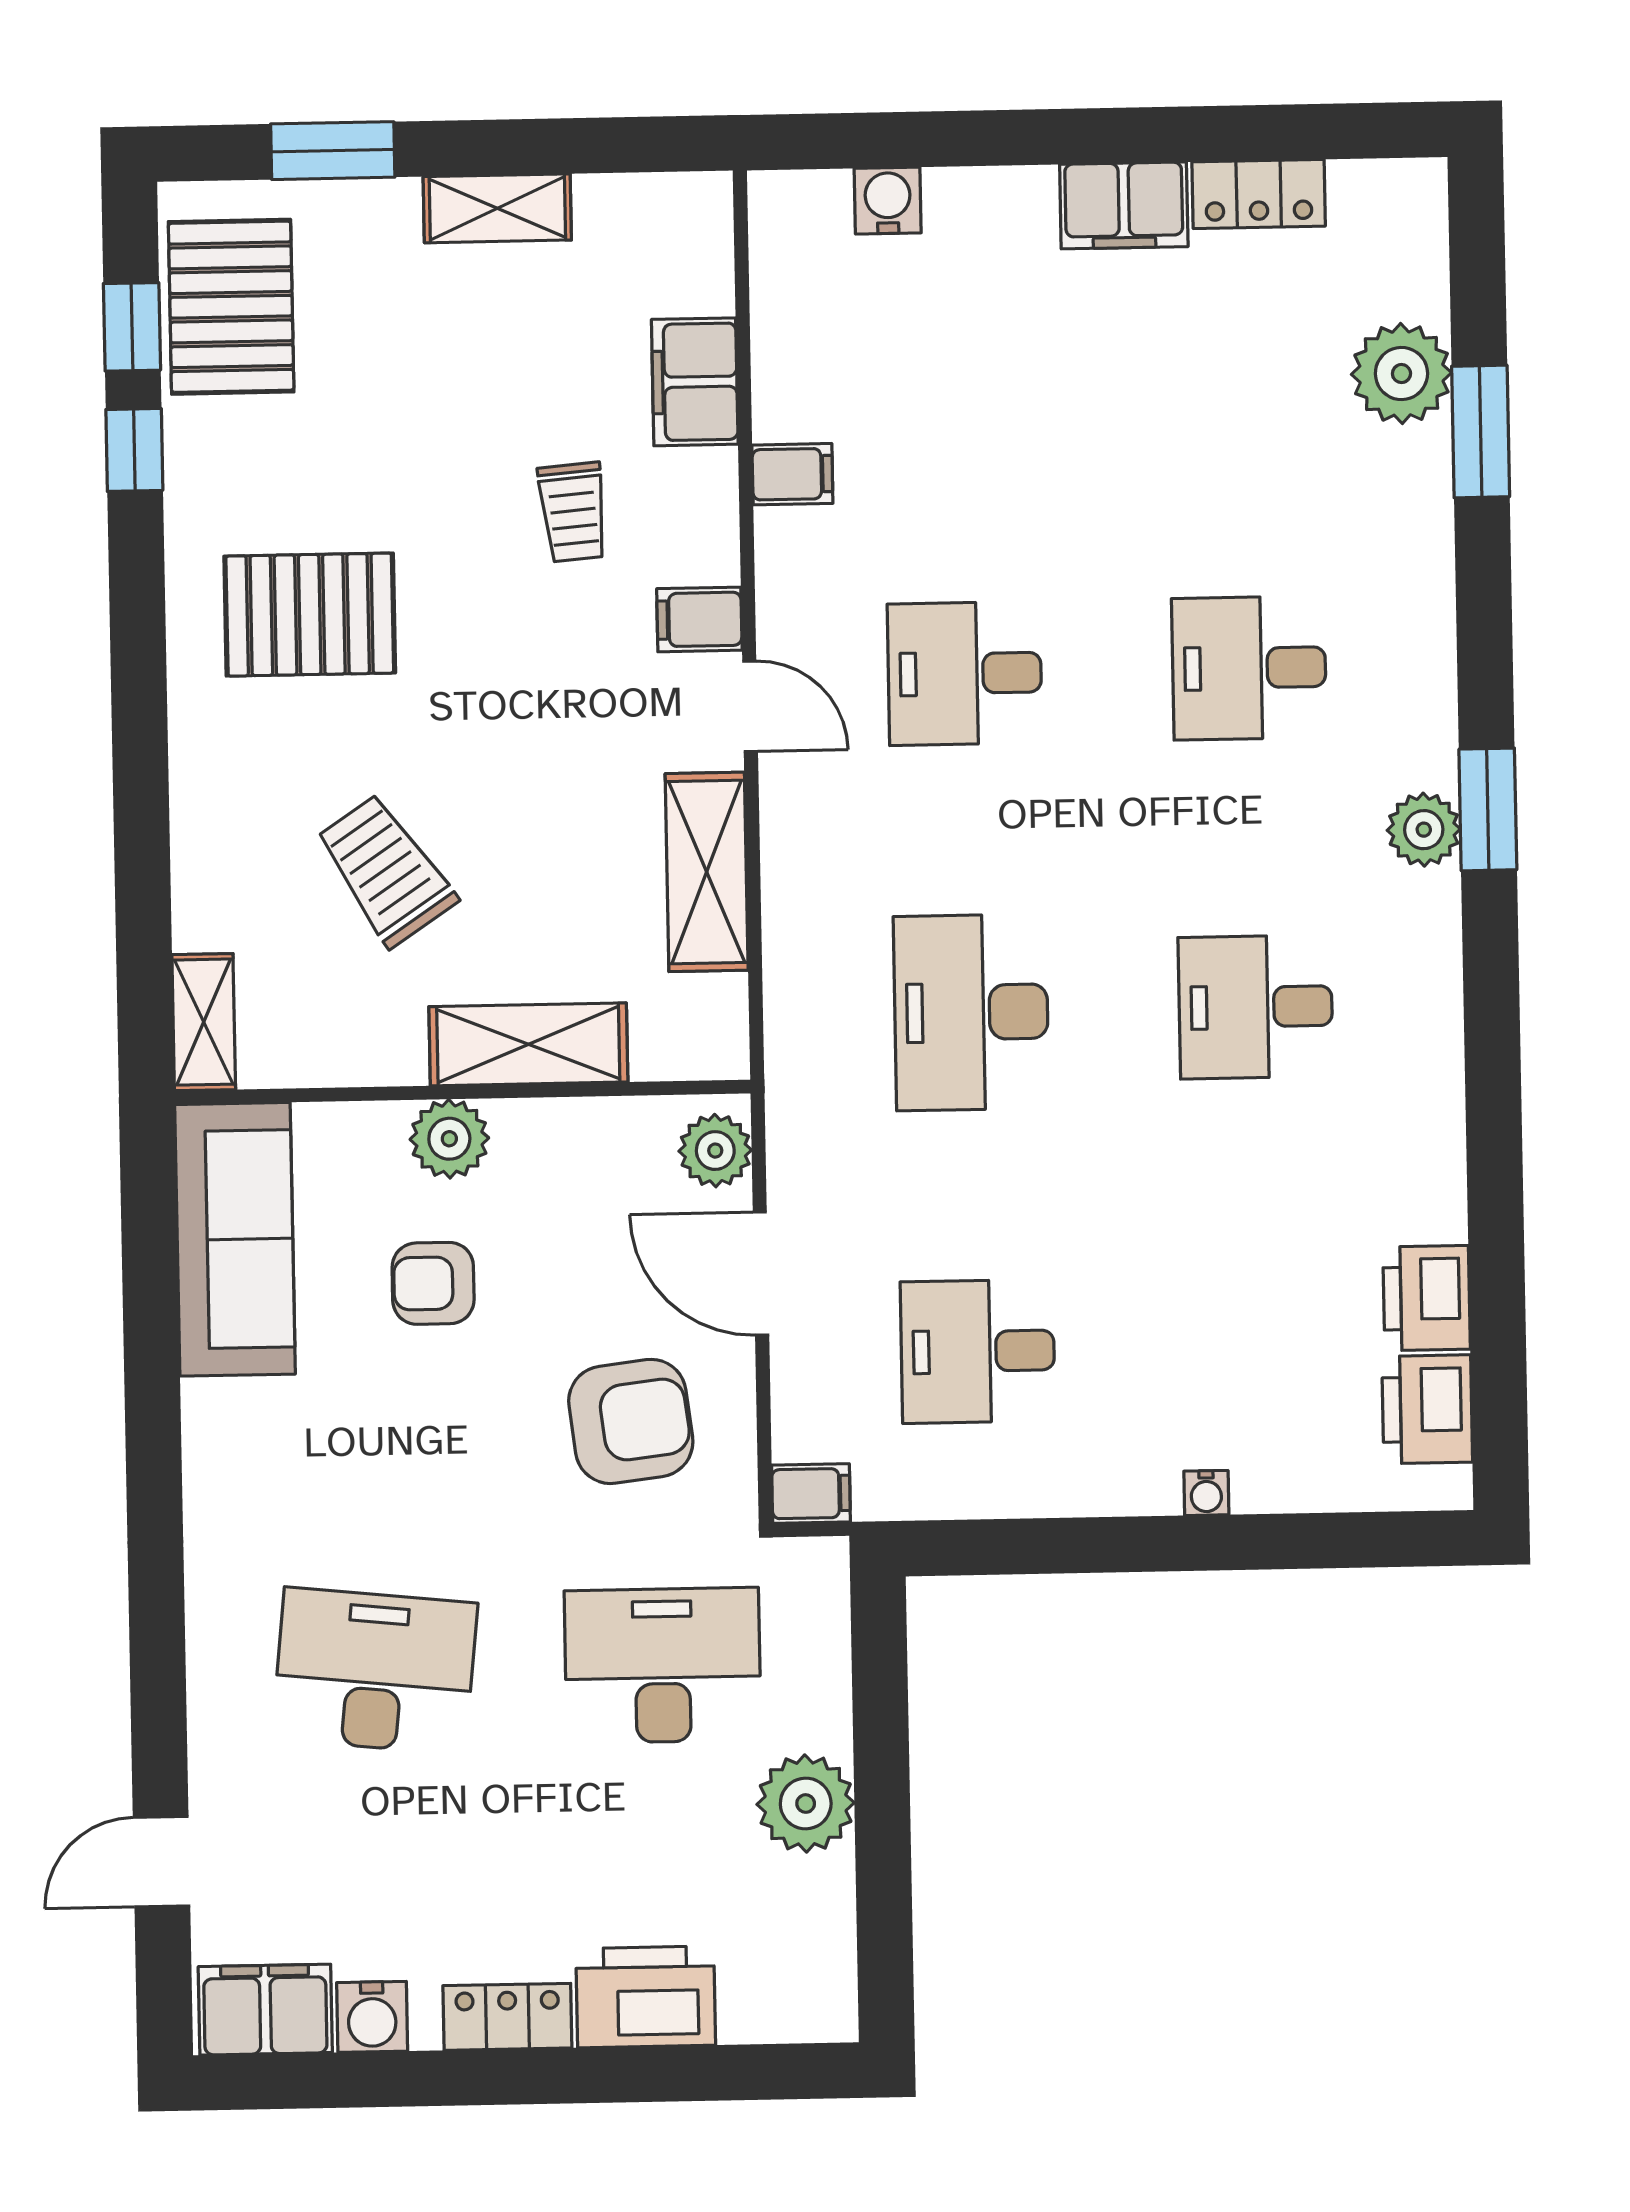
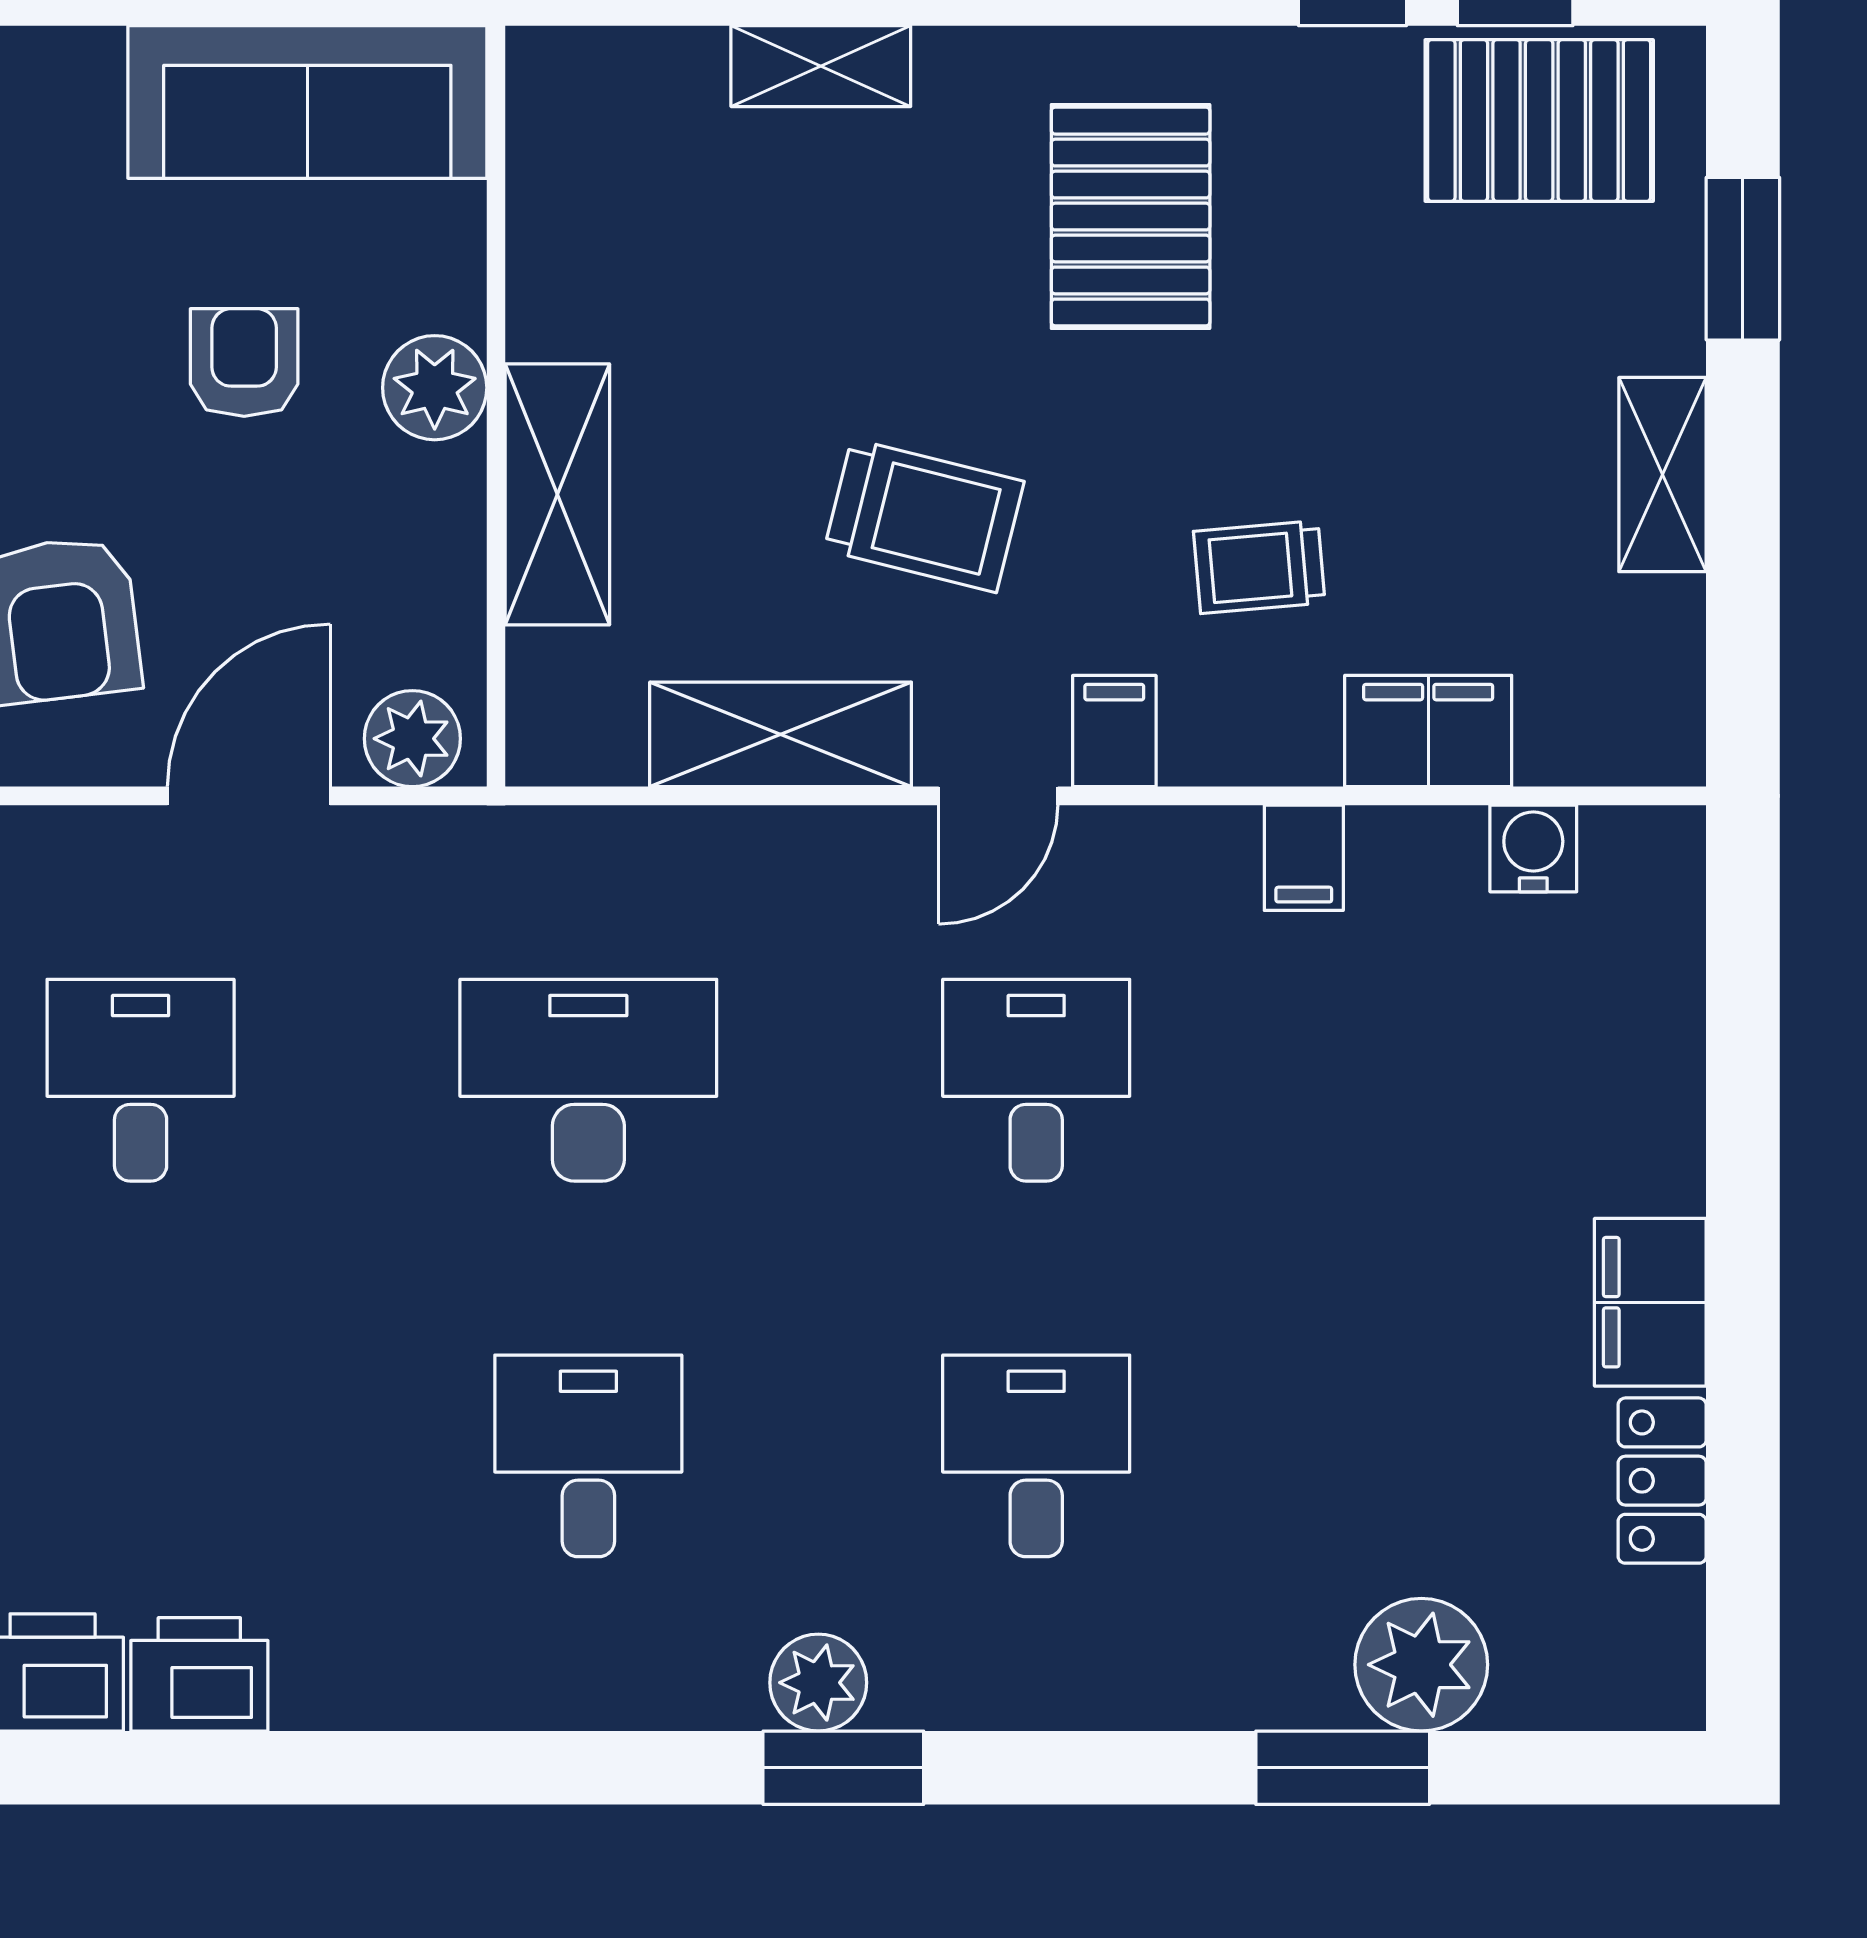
water cooler: (888, 201) -> (1533, 848), moved, turned -90
trolley: (386, 870) -> (924, 516), moved, turned 48
shelving: (204, 1022) -> (821, 66), moved

